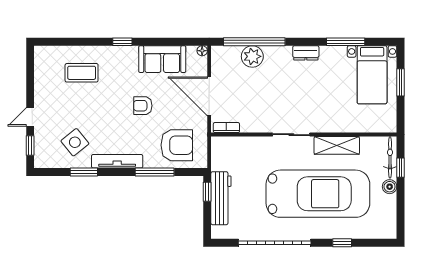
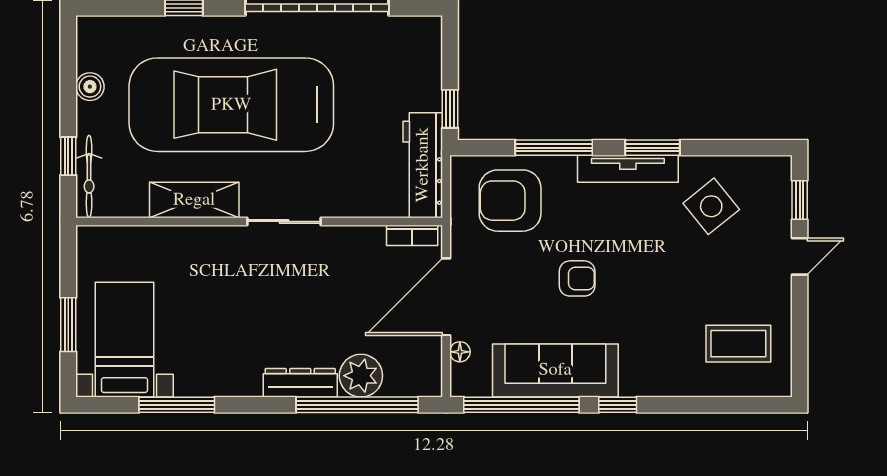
window: (171, 42) -> (521, 405), added
floor lamp: (202, 51) -> (460, 352), moved
dresser: (306, 53) -> (300, 383), moved, width x1.44
sofa: (162, 59) -> (555, 370), width x1.36
coffee table: (82, 73) -> (738, 344), moved
door: (209, 96) -> (446, 297), swing flipped
window: (84, 172) -> (652, 148), moved
boiler: (390, 187) -> (90, 87), moved
workbench: (221, 198) -> (423, 165), moved

